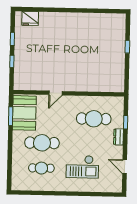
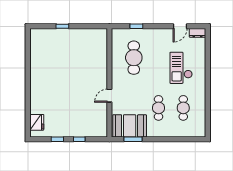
door: (56, 93) -> (109, 96), swing flipped
dresser: (119, 137) -> (198, 33), moved
cafe table: (42, 143) -> (159, 108), width x0.73, depth x0.74
checkout: (82, 167) -> (181, 68), turned 180

